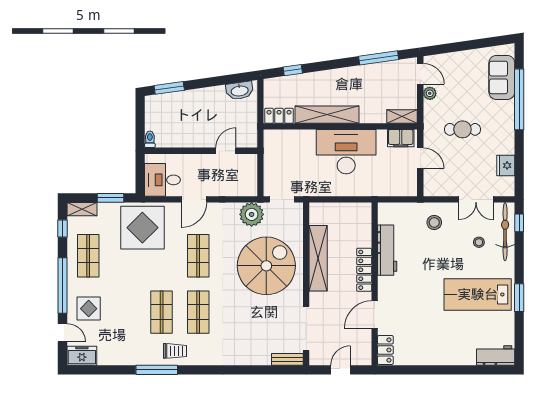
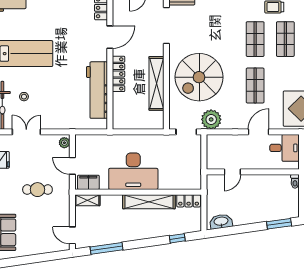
plant: (430, 93) -> (64, 143), moved
stool: (434, 222) -> (61, 113), removed
workbench: (387, 250) -> (97, 90), width x1.36, depth x1.32

